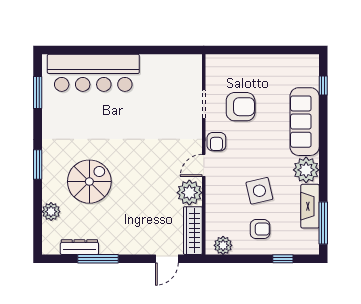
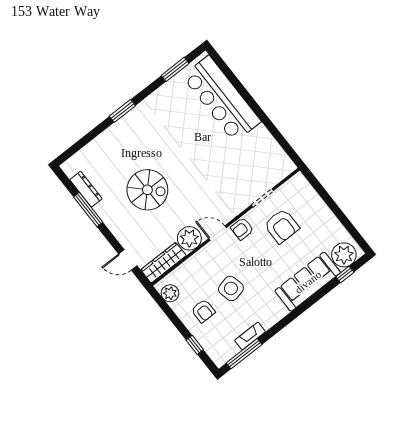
plant: (306, 170) -> (344, 255), moved
spiral stairs: (89, 182) -> (147, 190), moved
fireplace: (310, 206) -> (250, 336), width x0.73, depth x0.76
plant: (51, 212) -> (96, 148), removed

